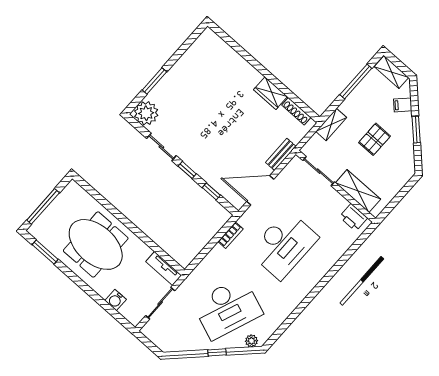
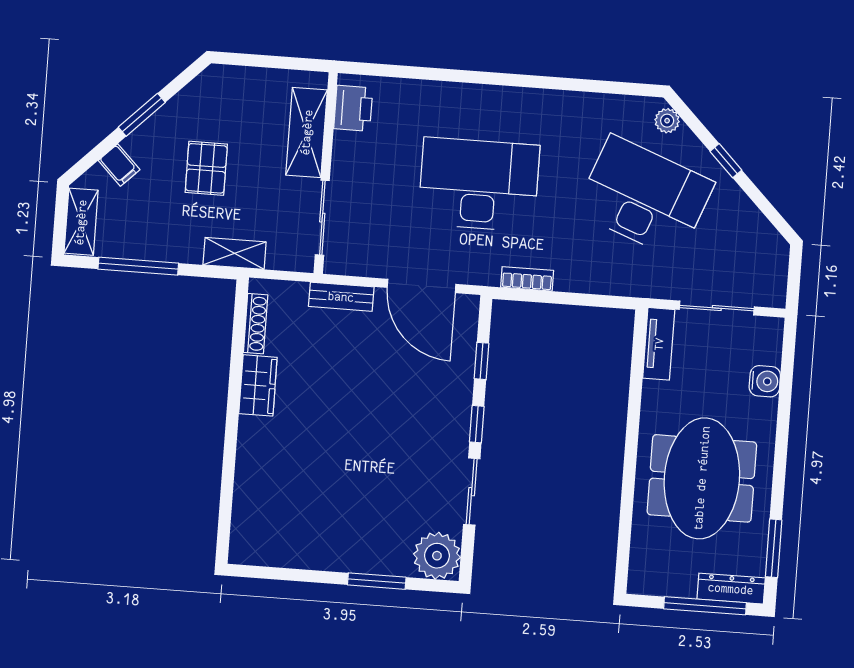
pallet: (374, 139) -> (206, 168), turned 90
dresser: (42, 222) -> (731, 589), added

